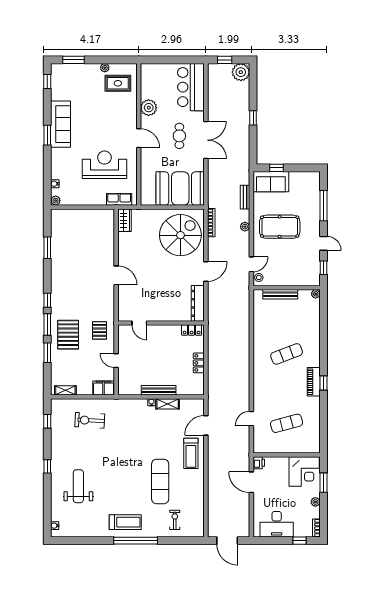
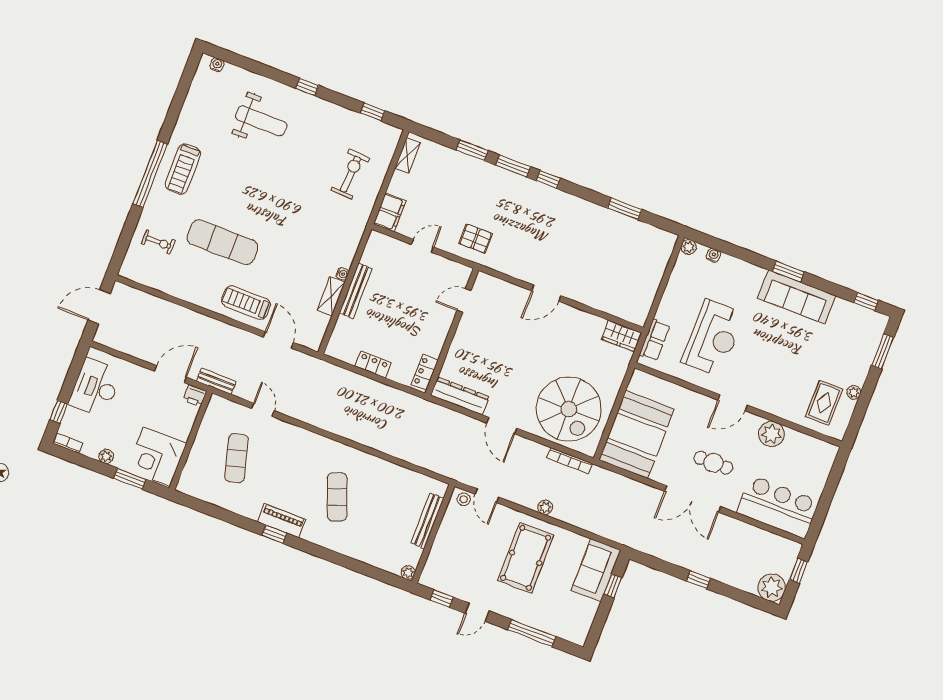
bench: (245, 197) -> (216, 381), moved
pallet: (68, 335) -> (487, 190), removed

